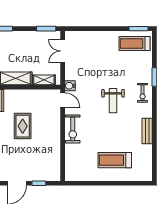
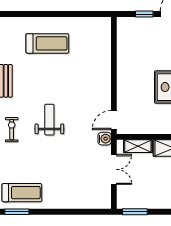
double door: (63, 51) -> (114, 169), moved
door: (63, 100) -> (114, 120), hinge flipped
exercise bike: (73, 129) -> (101, 83), removed

